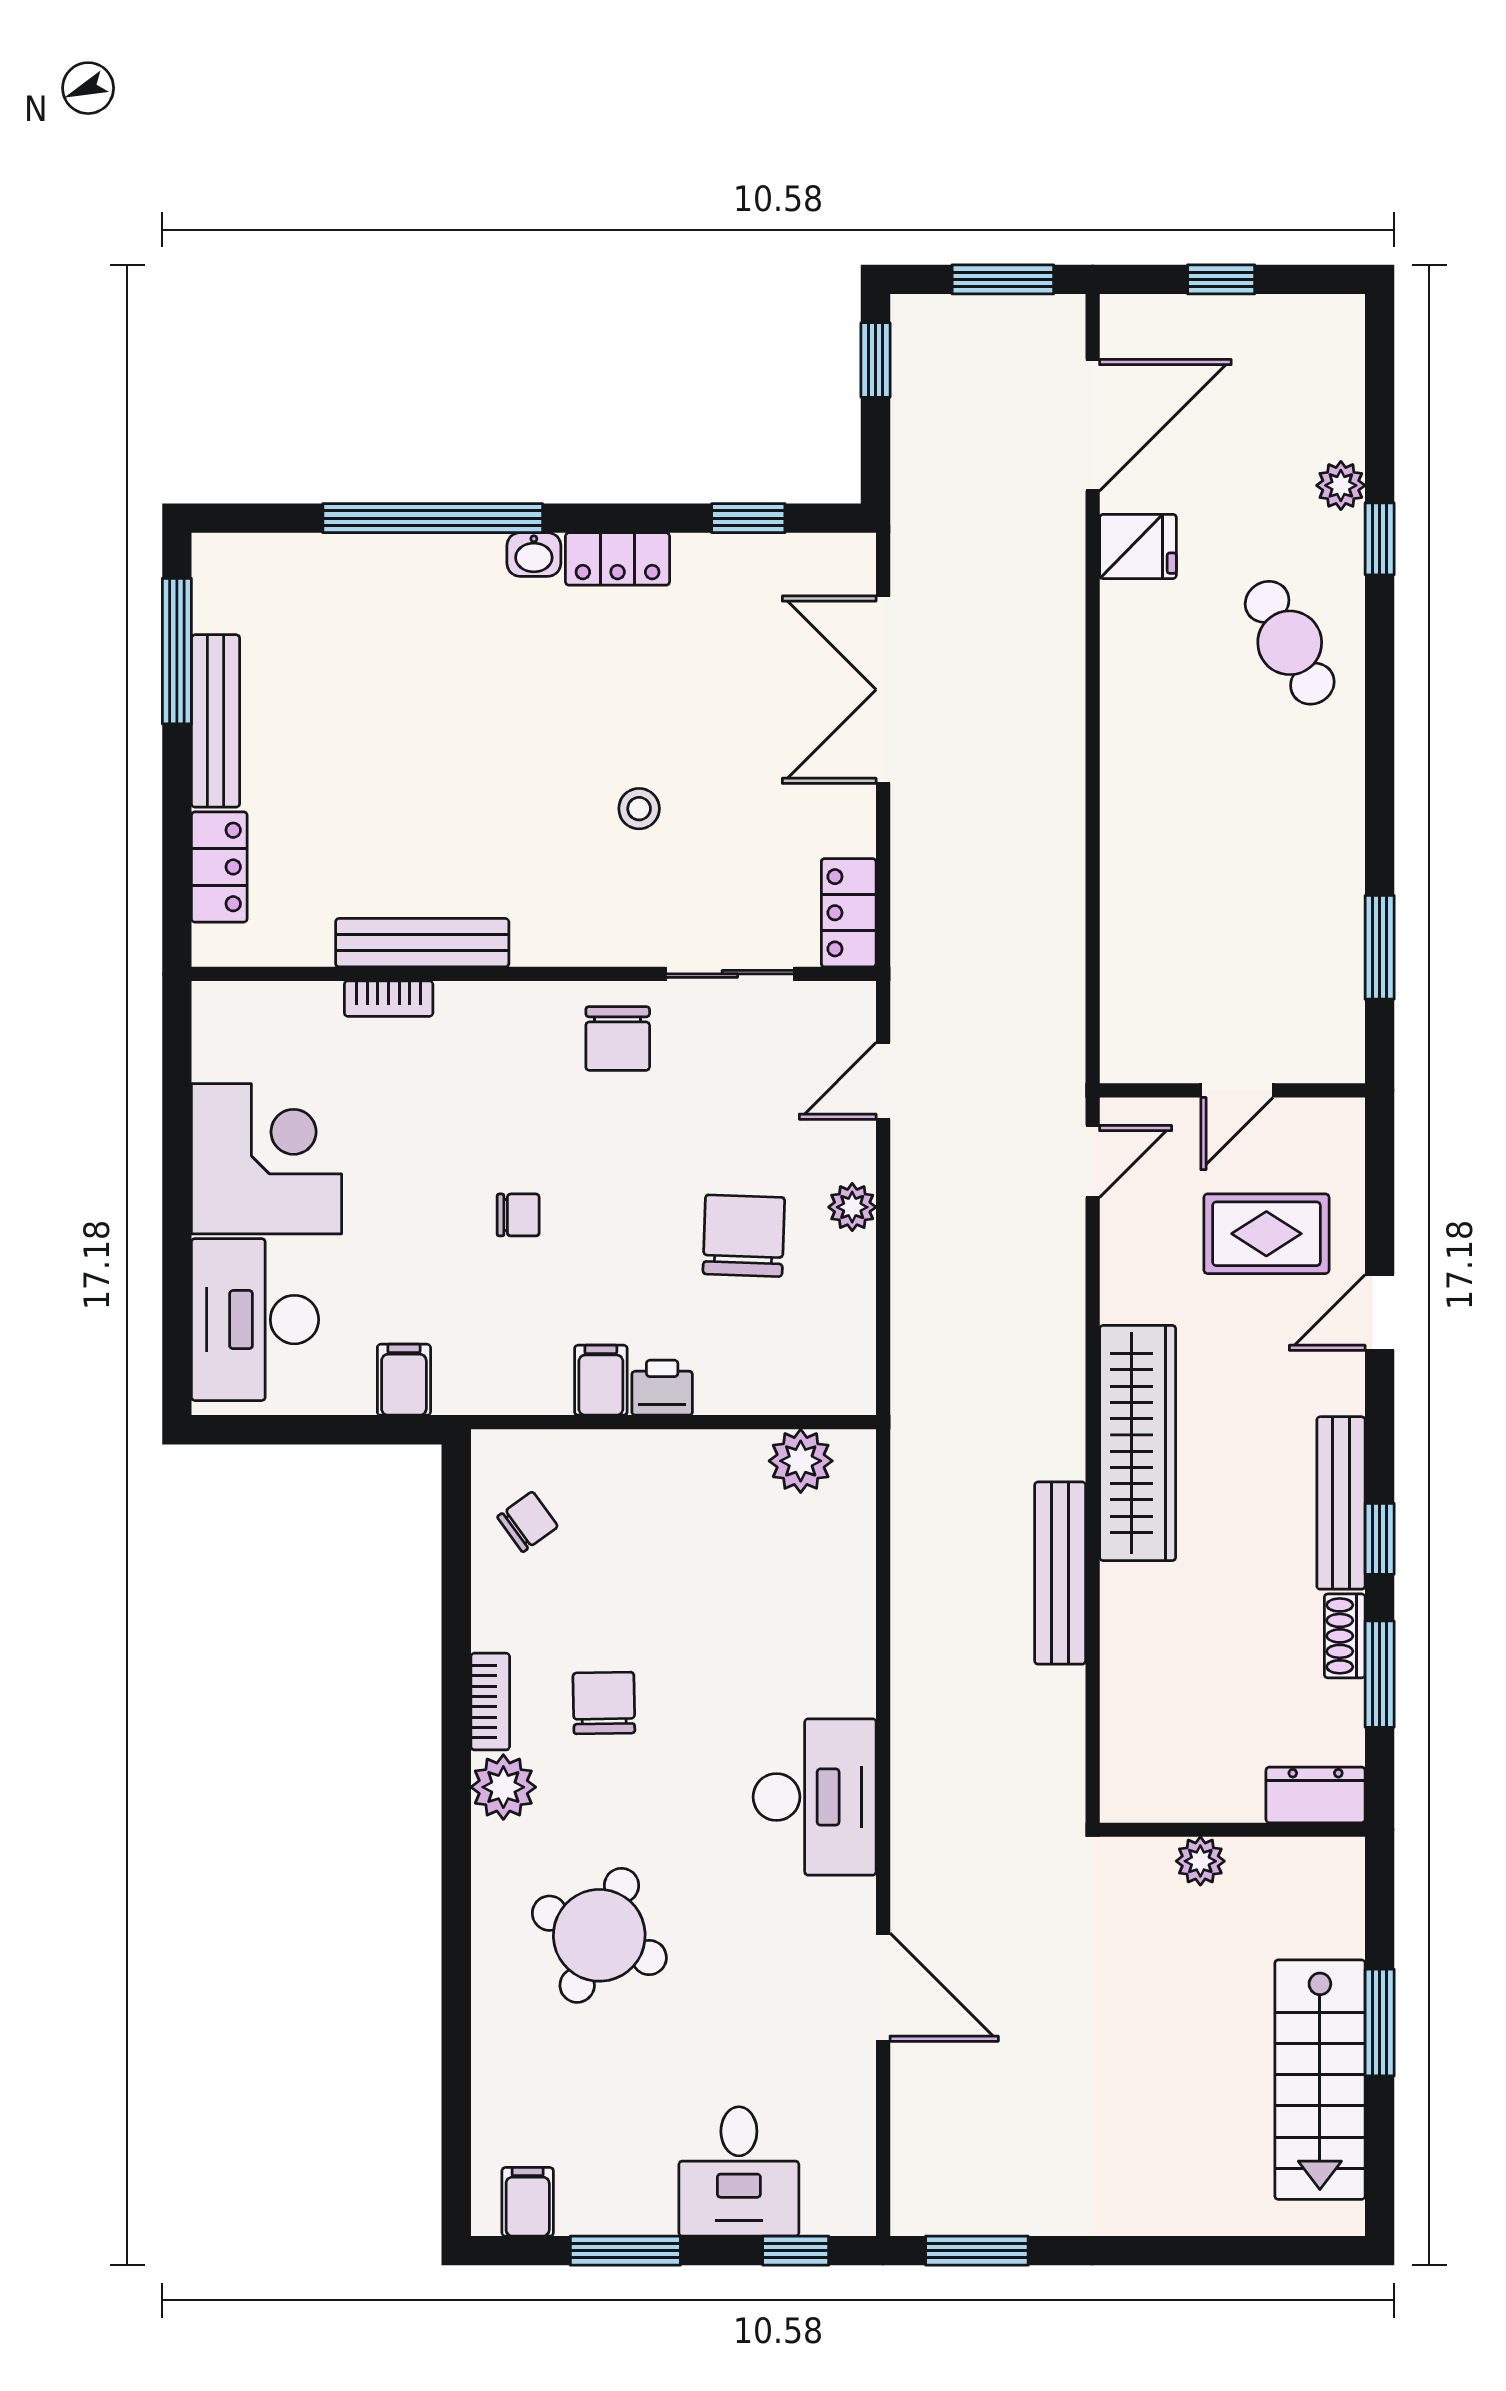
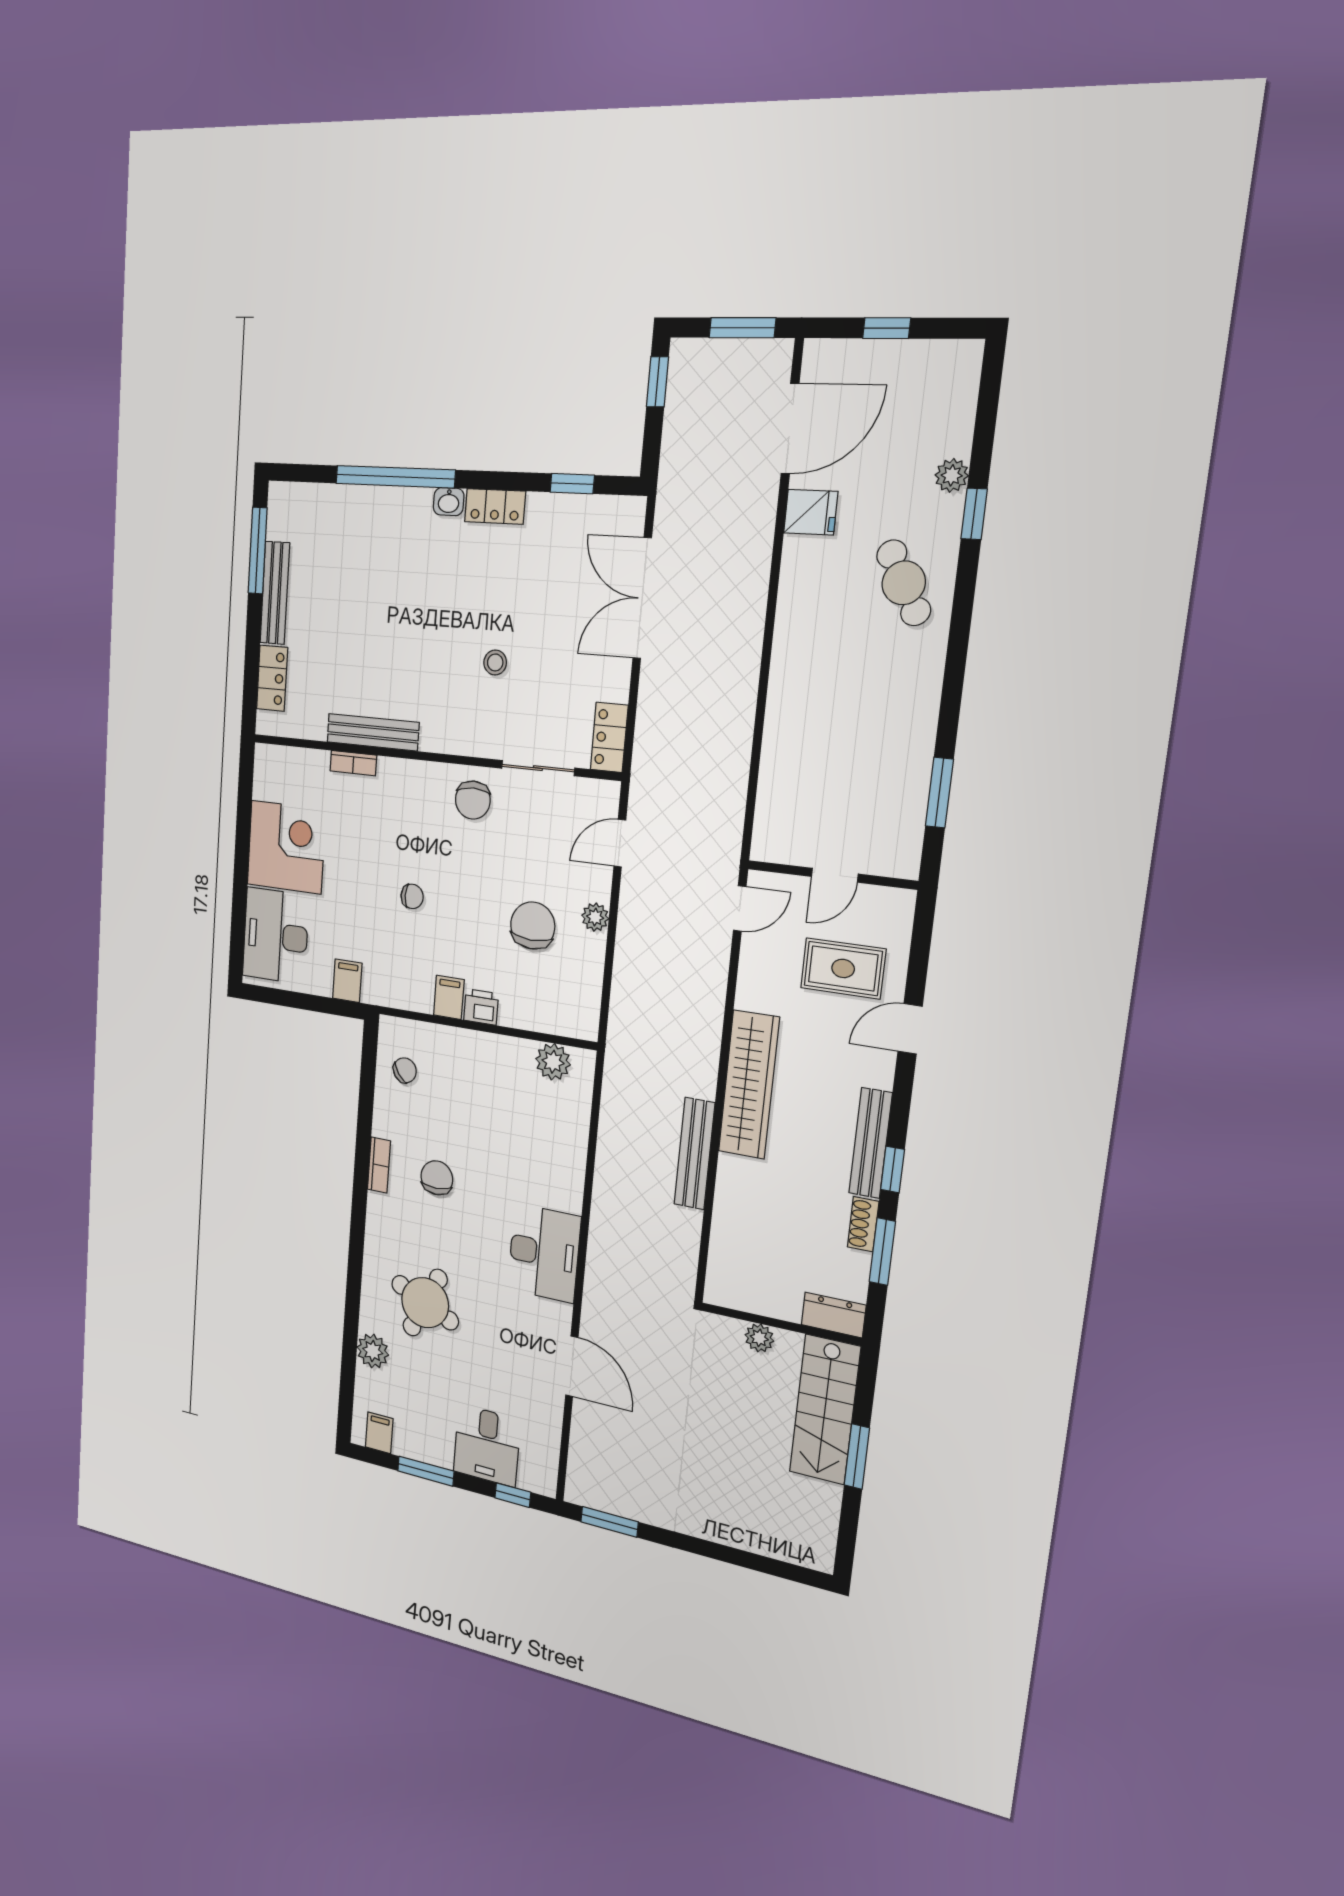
plant: (503, 1787) -> (373, 1351), moved
stairs: (1320, 2080) -> (825, 1410), moved

